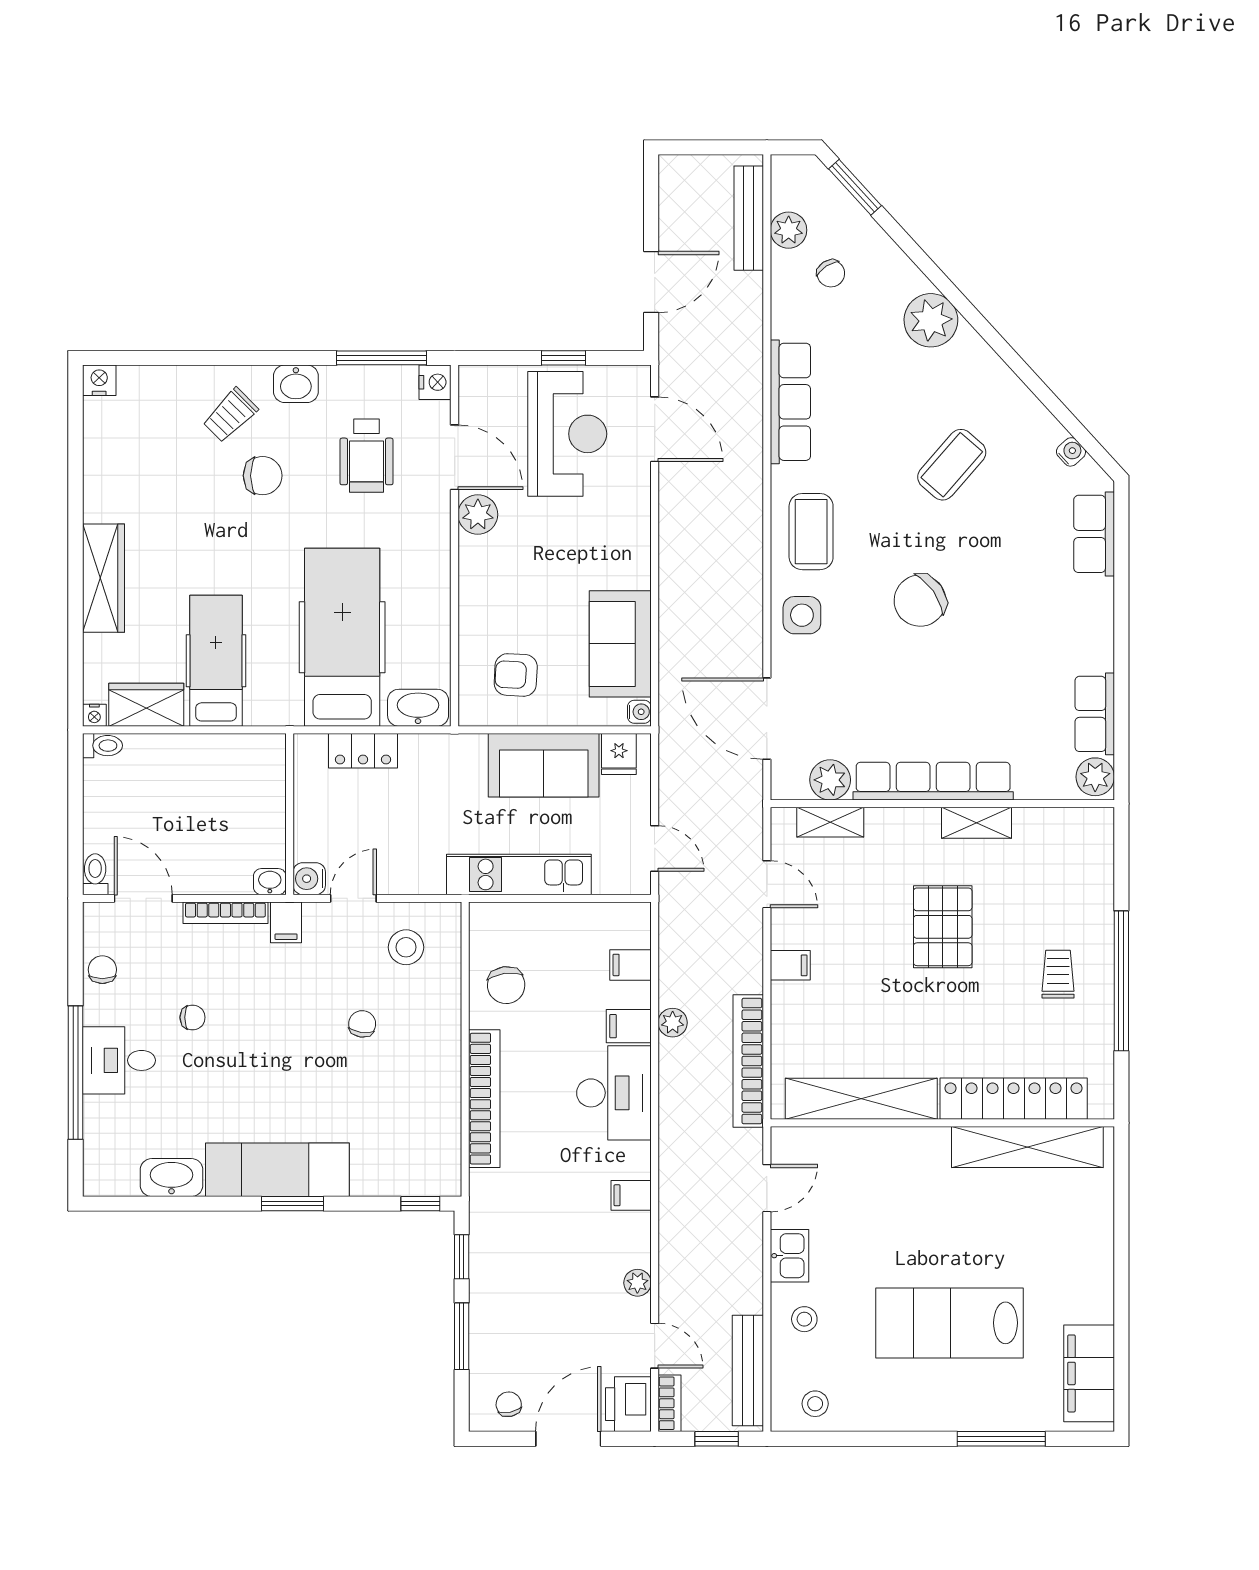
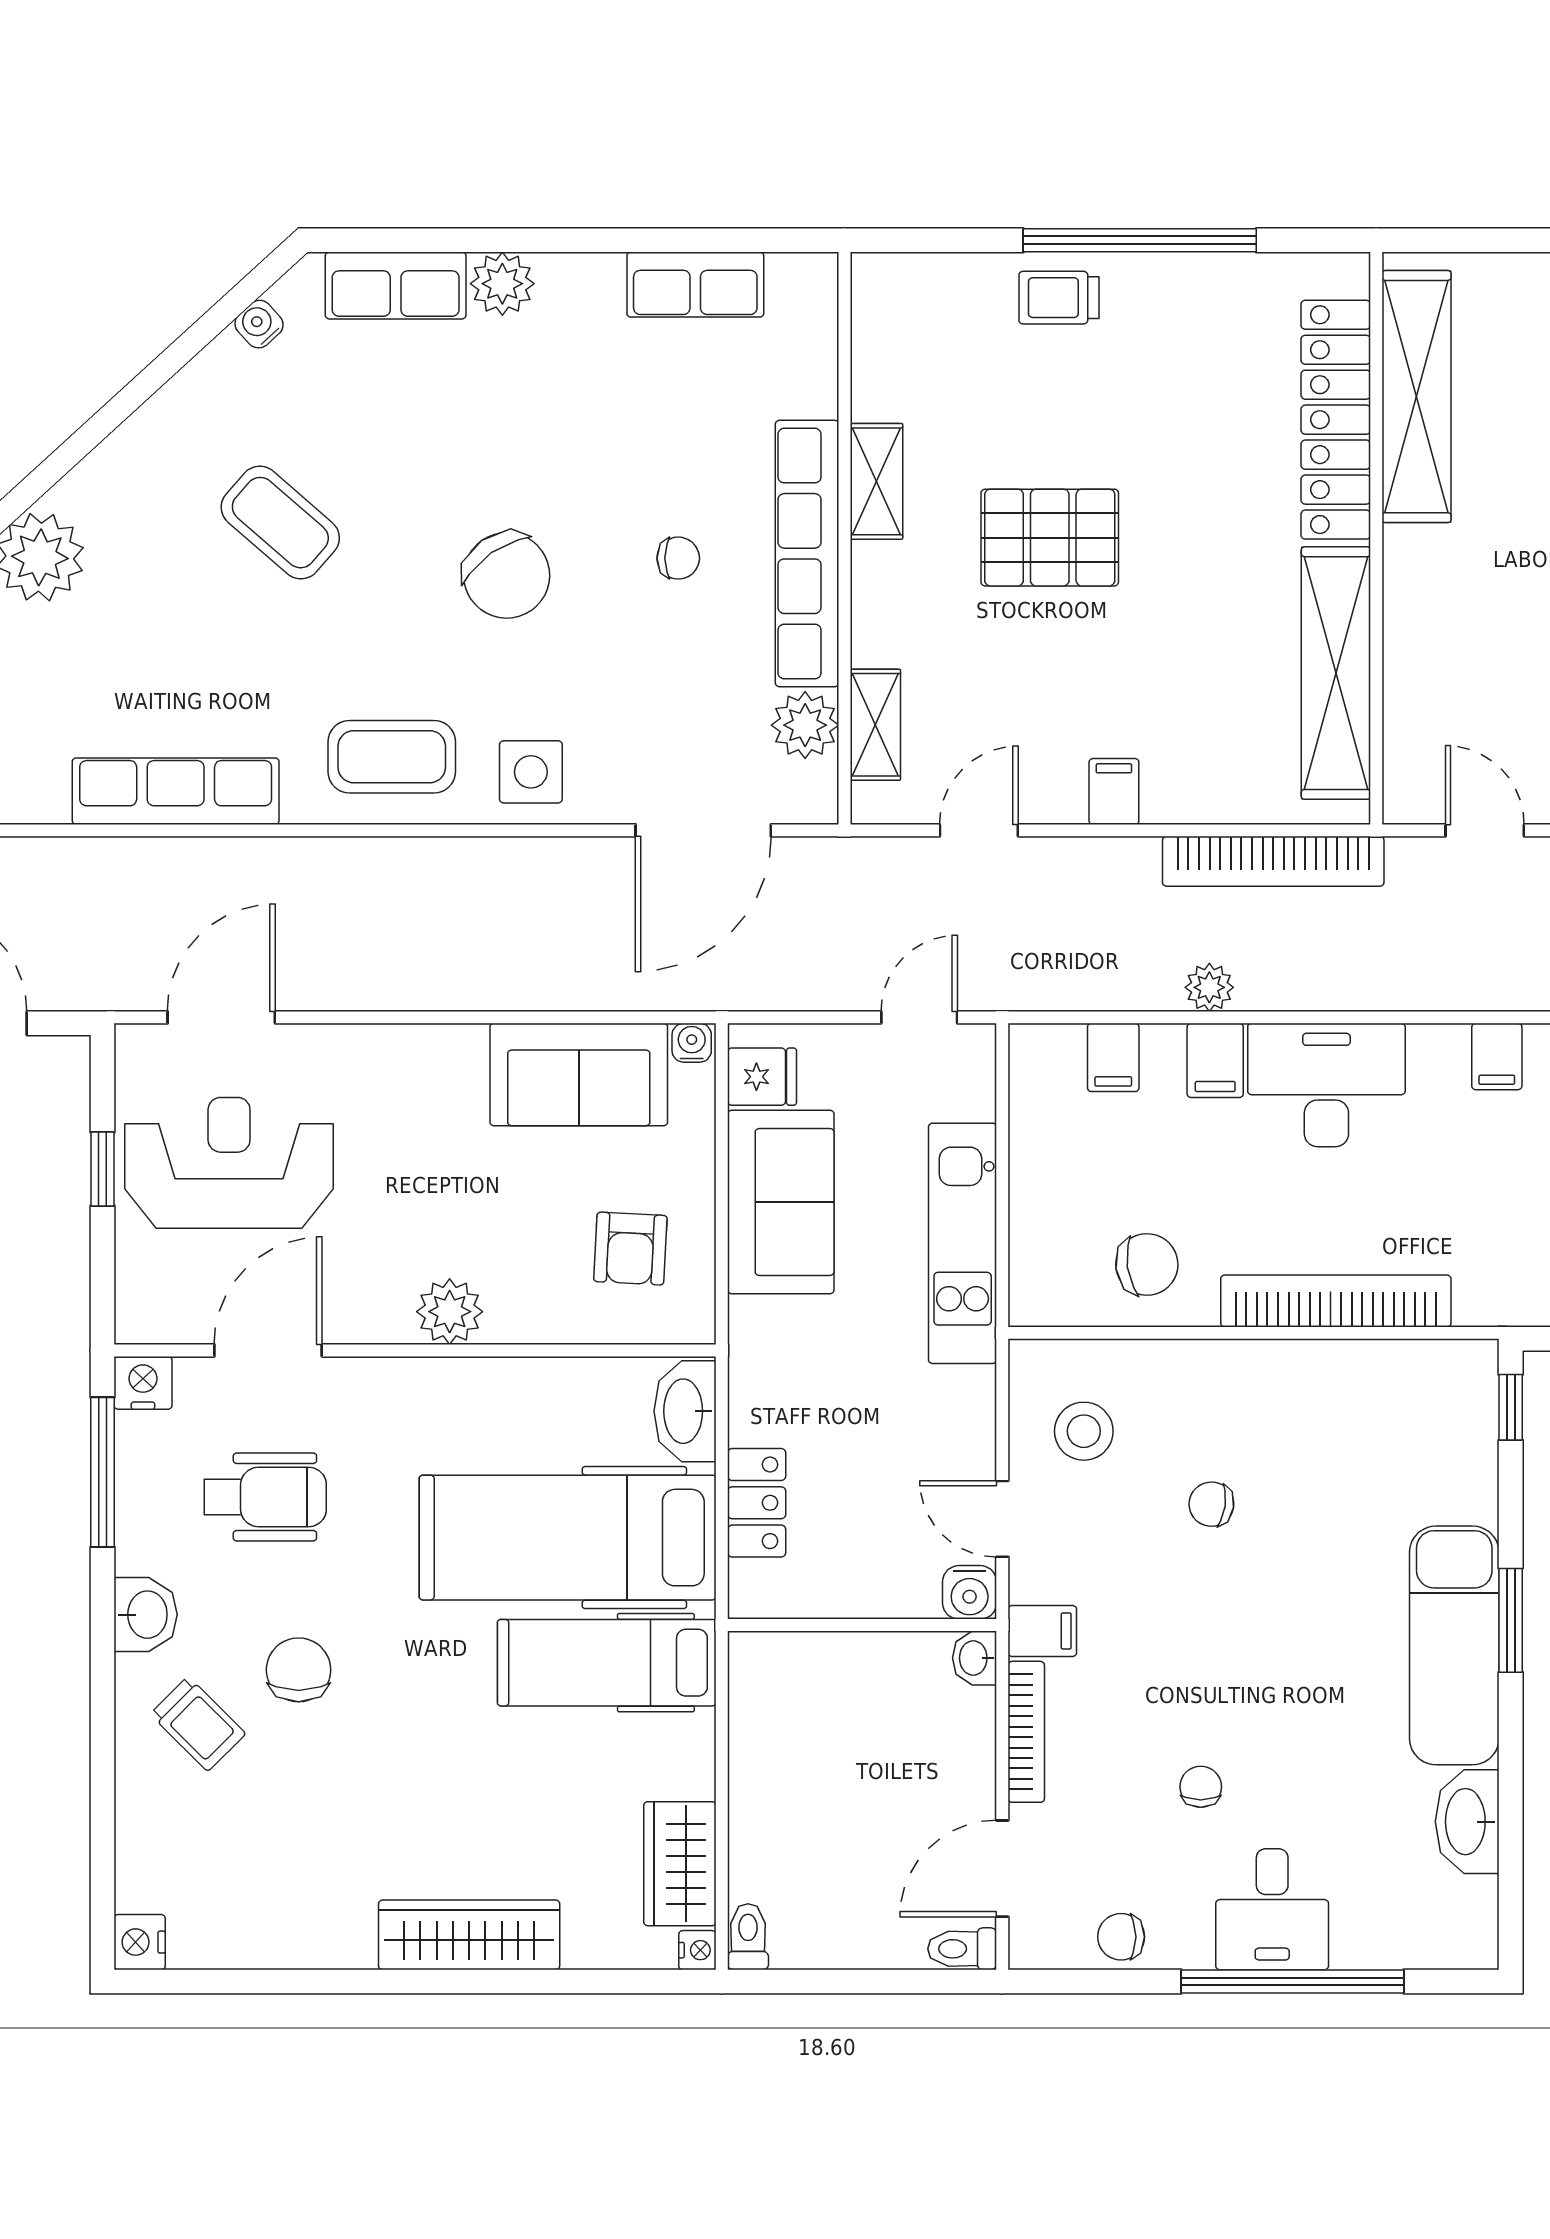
plant: (478, 514) -> (450, 1312), moved
hospital bed: (216, 661) -> (607, 1663), moved
chair: (930, 704) -> (678, 558), added
plant: (1095, 777) -> (502, 284), moved
trolley: (1058, 974) -> (1059, 298), moved

